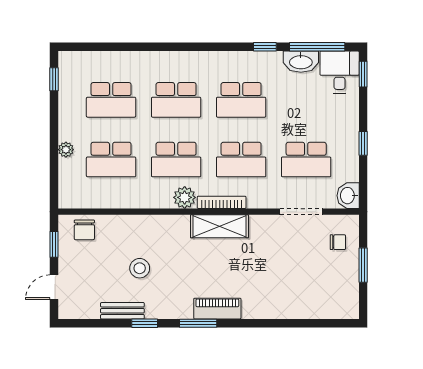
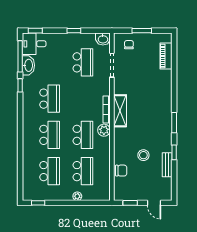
school desk: (241, 160) -> (83, 99), removed
chair: (84, 230) -> (121, 171), moved
piano: (217, 309) -> (166, 56), moved

